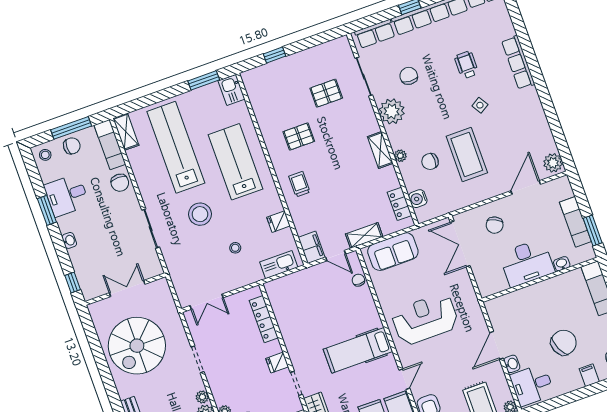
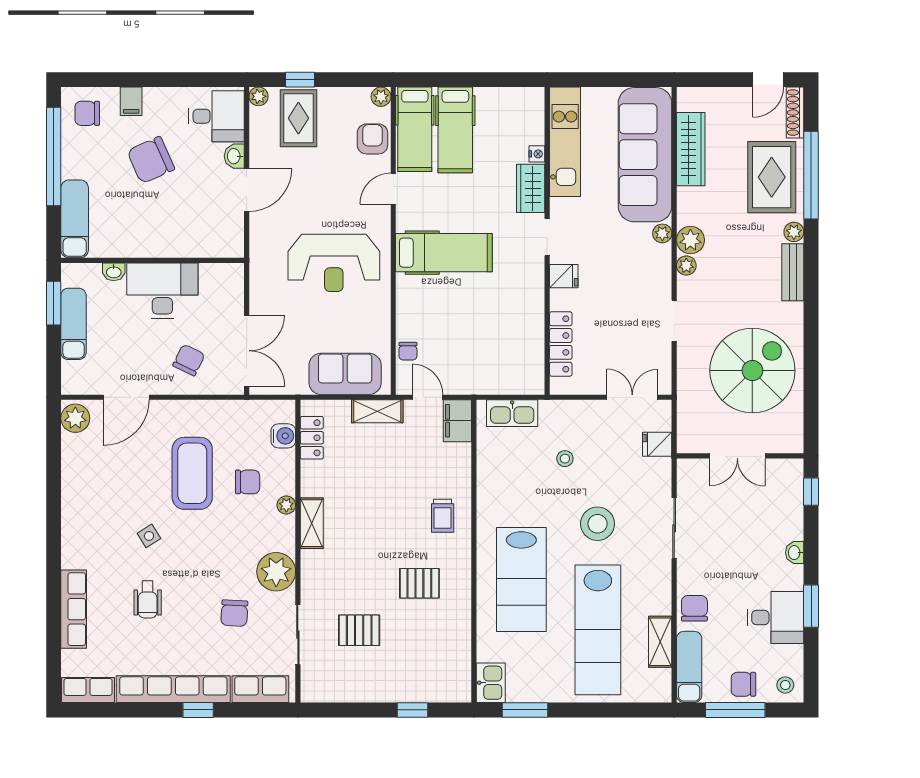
row of seats: (518, 62) -> (74, 609), moved
shelving: (126, 132) -> (660, 642), moved
fridge: (279, 222) -> (657, 444), moved, turned 180

